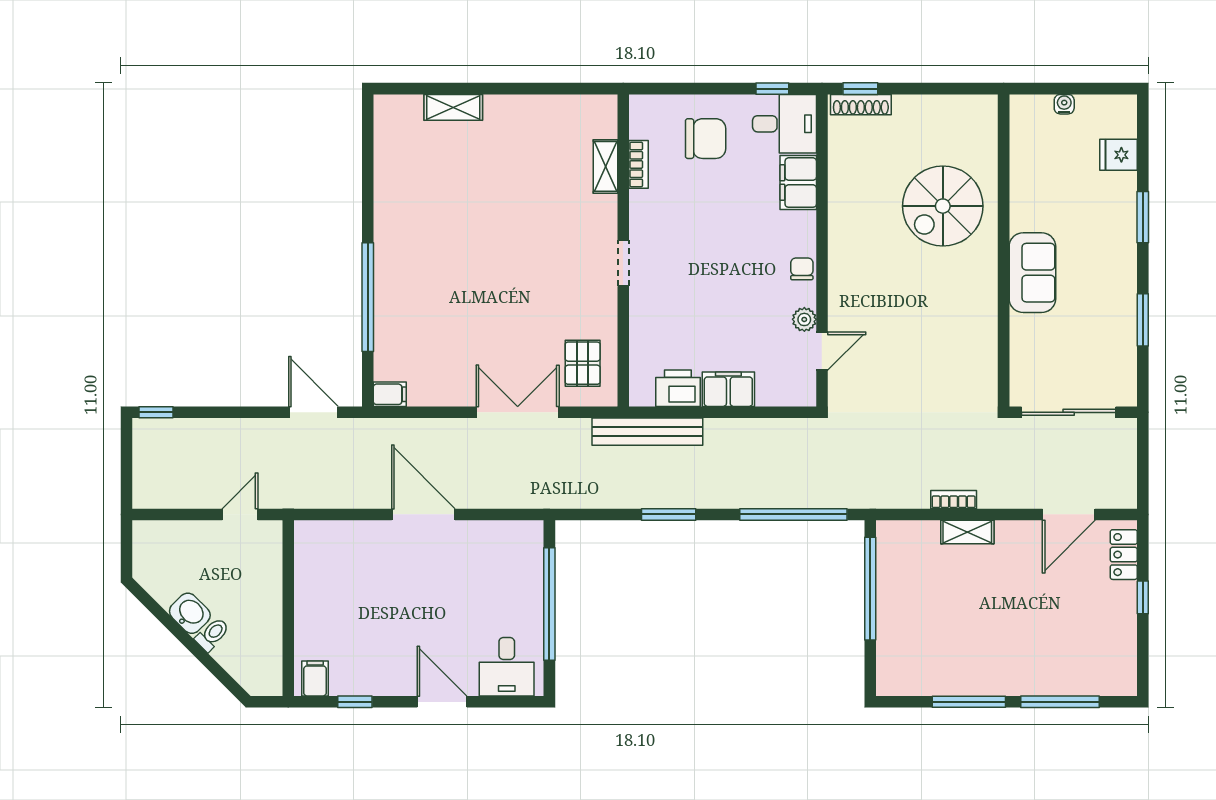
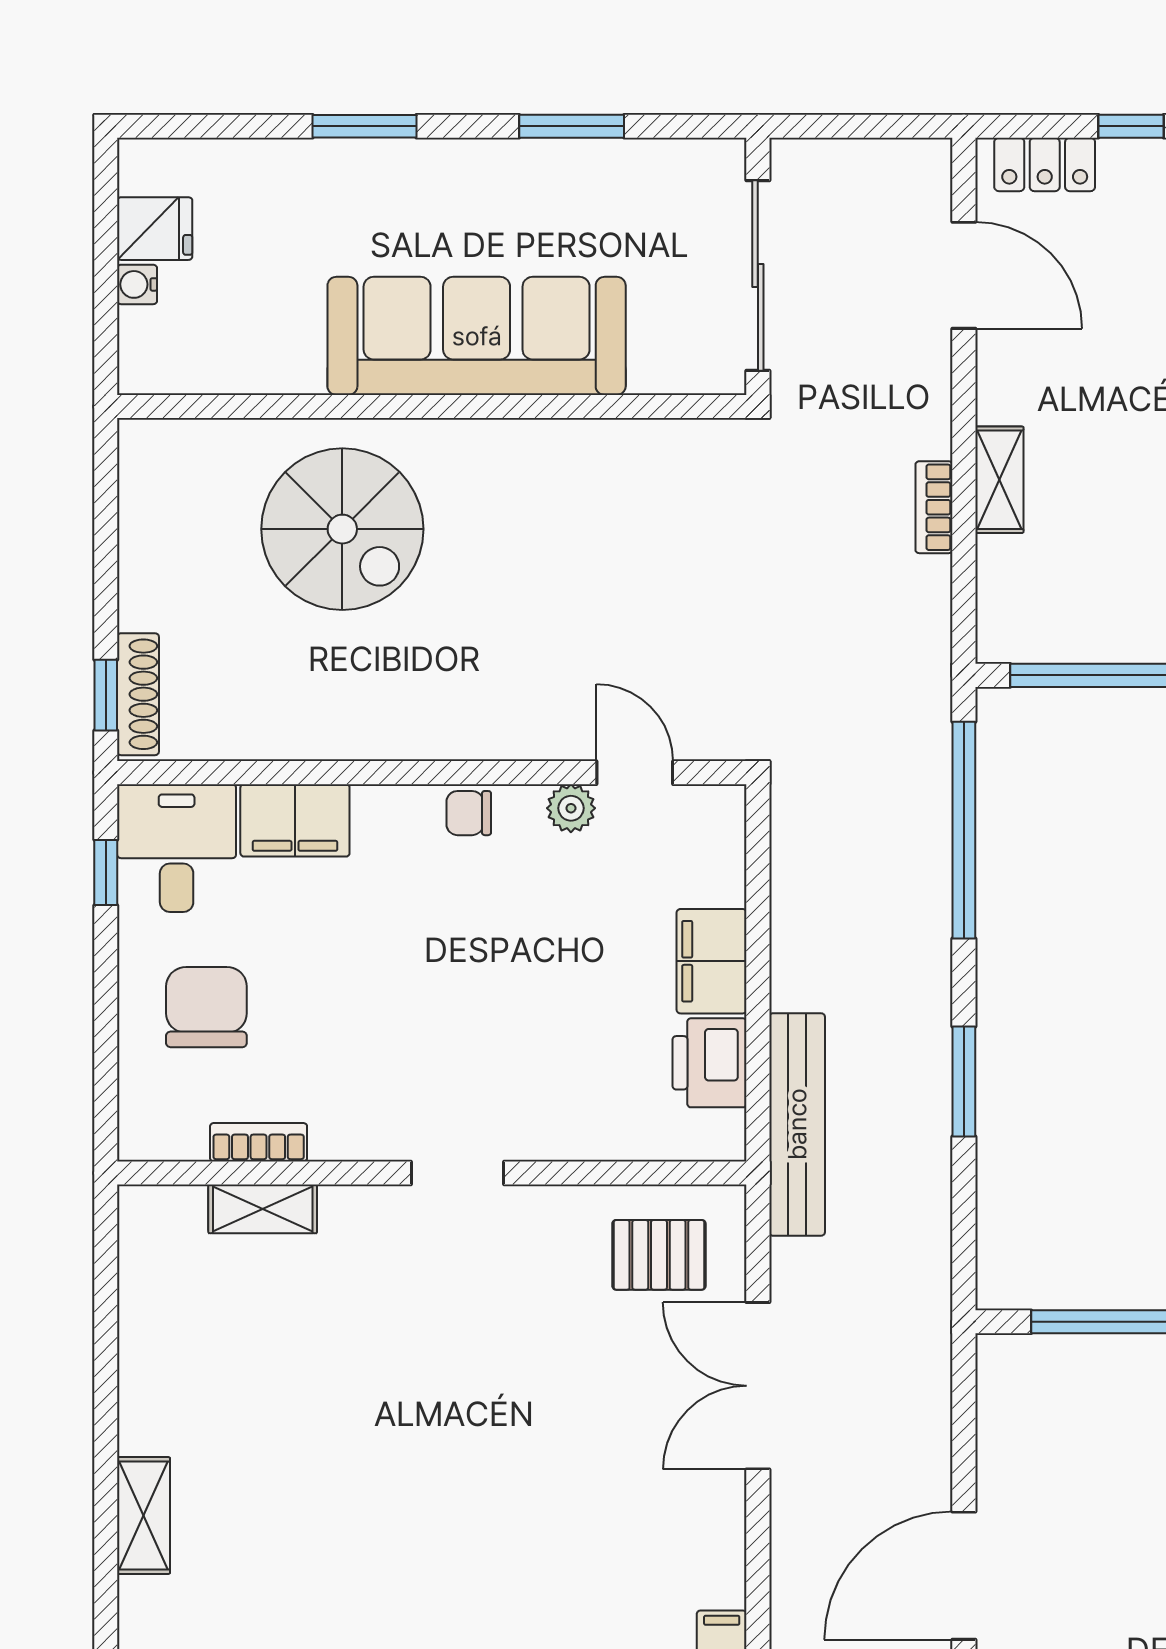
fridge: (1118, 155) -> (155, 229), moved, turned -90
sofa: (1032, 273) -> (477, 336), width x1.85, depth x1.27

